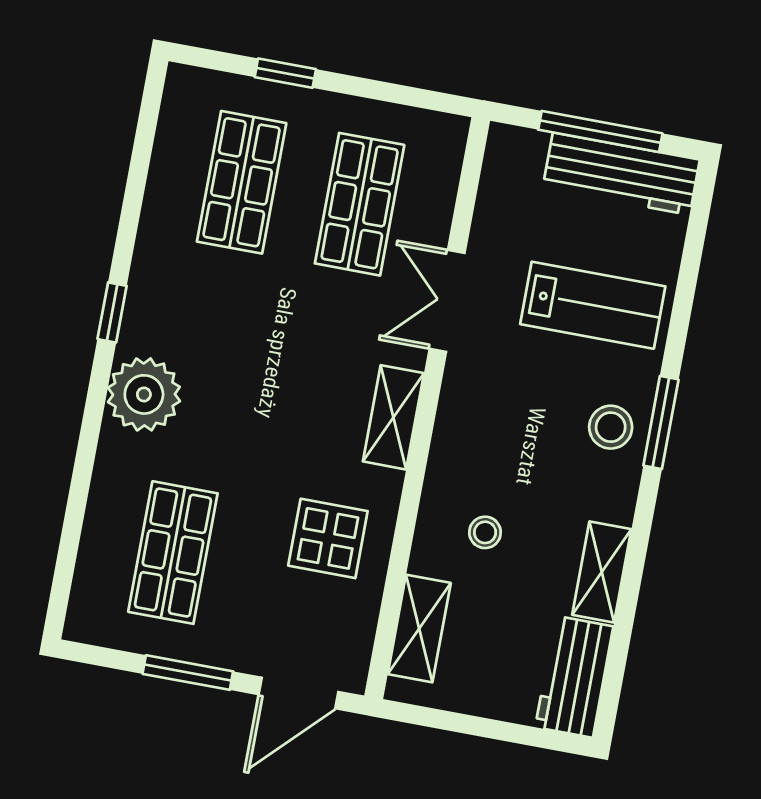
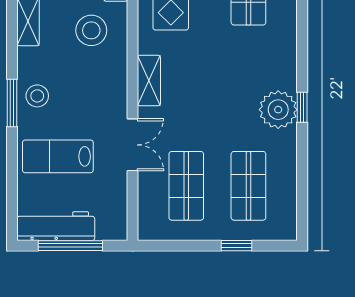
plant: (144, 394) -> (278, 110), moved
stool: (485, 532) -> (91, 30), width x1.89, depth x1.89

